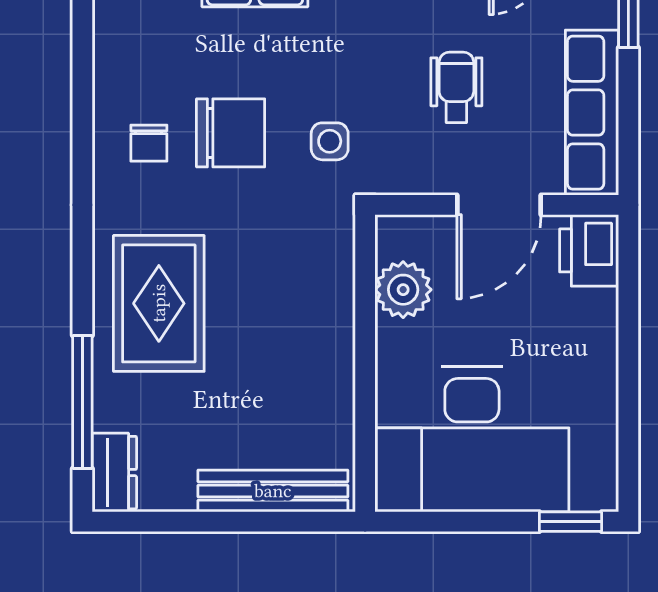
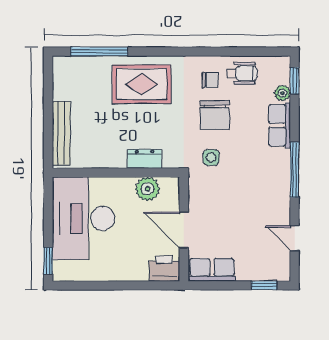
wheelchair: (456, 87) -> (242, 73), moved
row of seats: (592, 113) -> (212, 270), width x0.68
chair: (149, 143) -> (210, 80), turned 180
dresser: (114, 473) -> (144, 159), moved, turned 180

